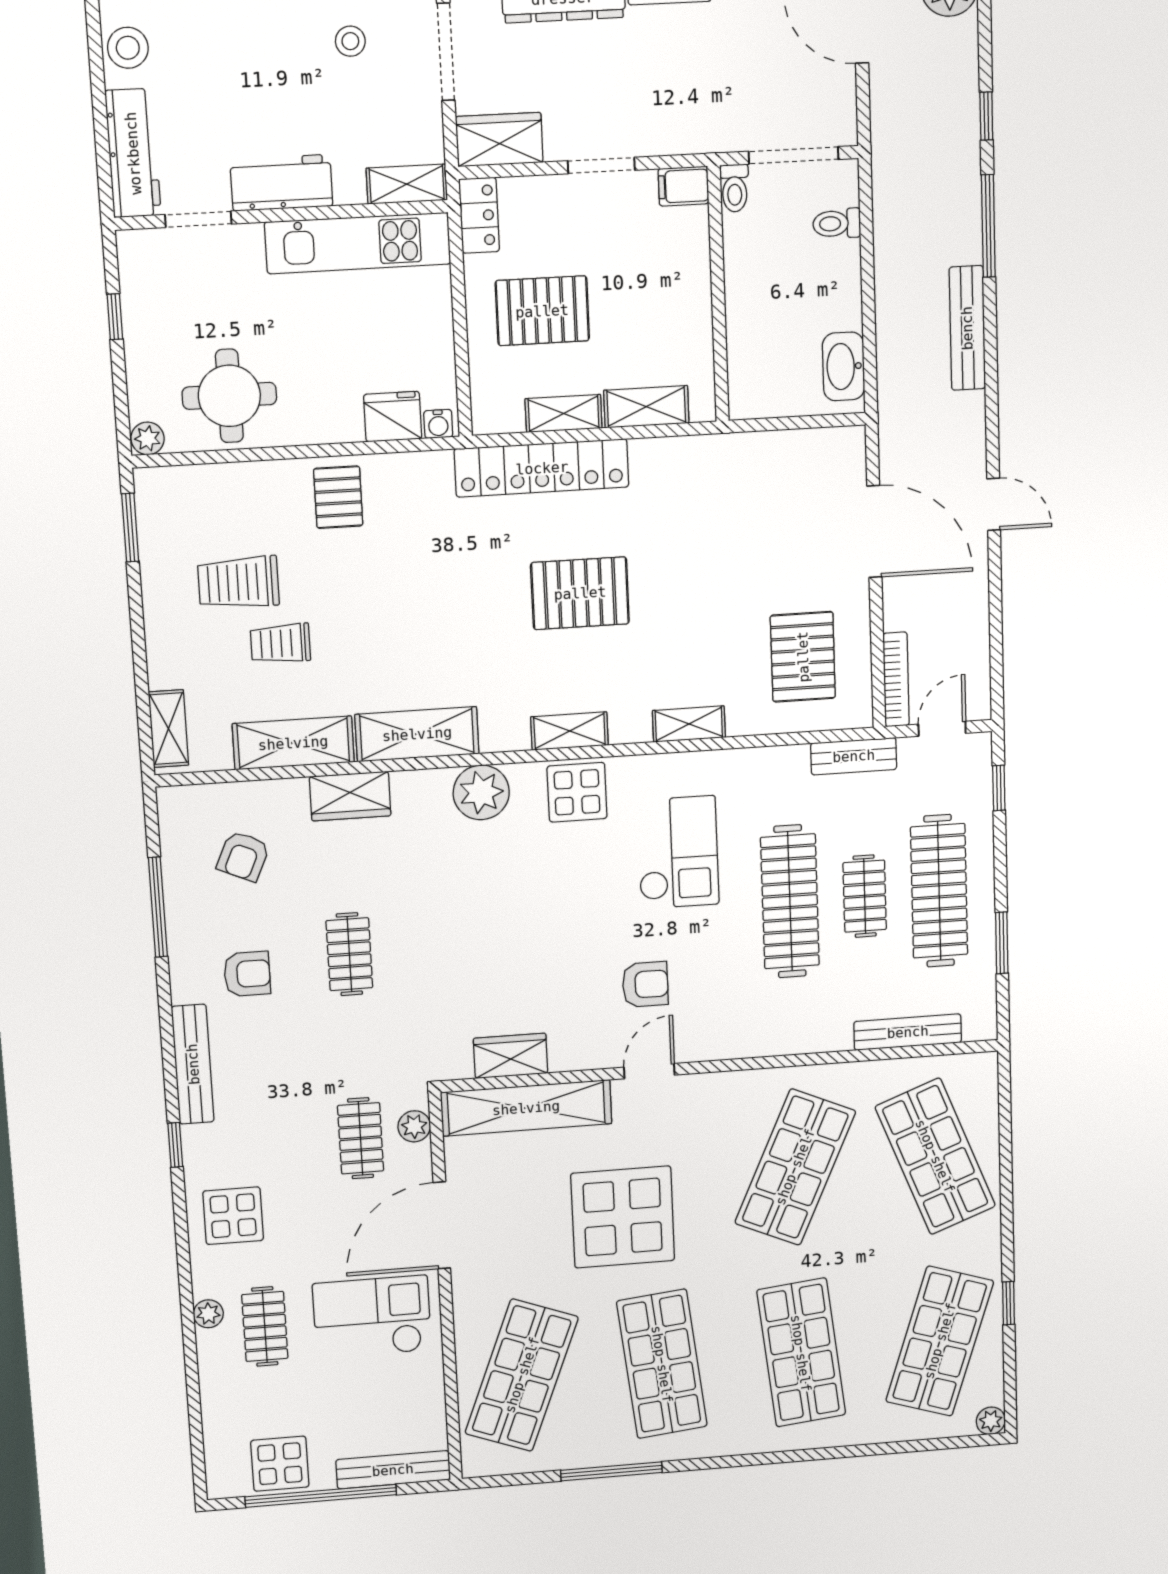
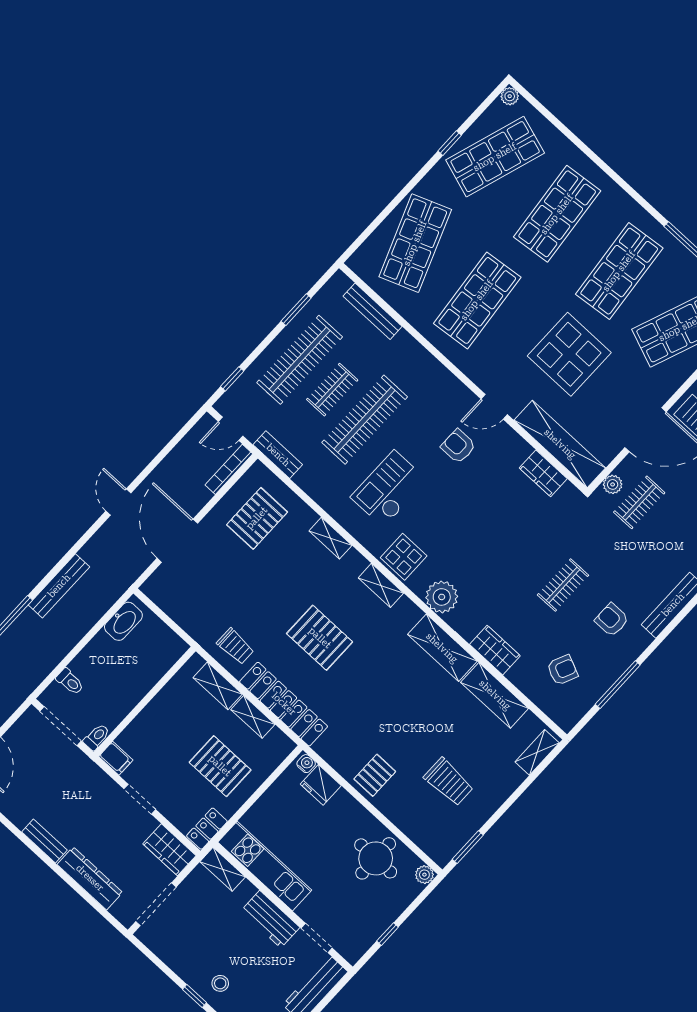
stool: (350, 41) -> (220, 983), moved
trolley: (280, 643) -> (236, 646), moved
shop shelf: (795, 1167) -> (477, 300), turned -30

